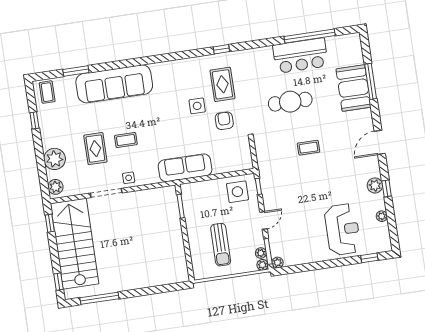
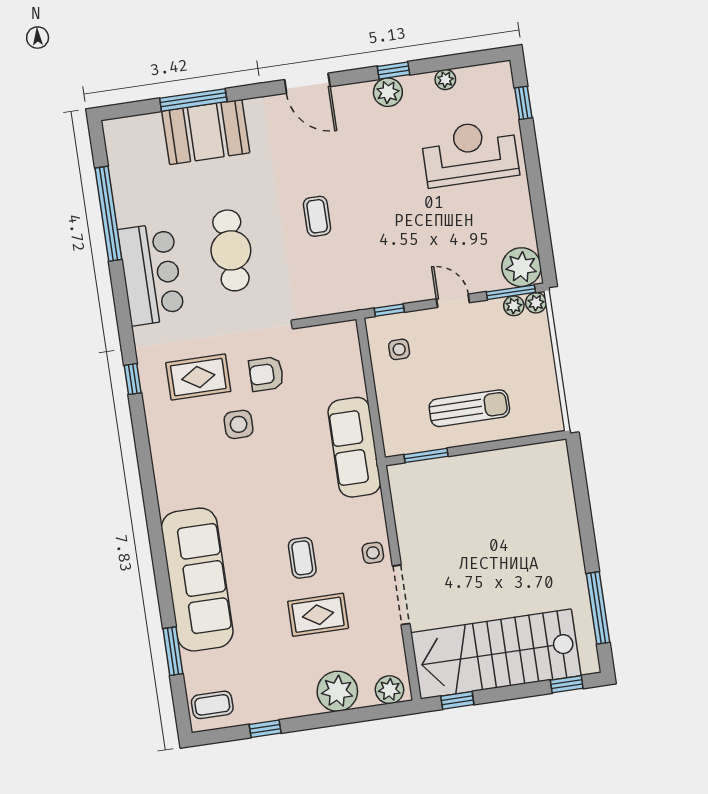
bar counter: (300, 56) -> (151, 274), moved
side table: (237, 192) -> (399, 349), width x0.54, depth x0.54
sun lounger: (221, 245) -> (469, 408), moved
plant: (277, 263) -> (521, 267), width x1.87, depth x1.87

